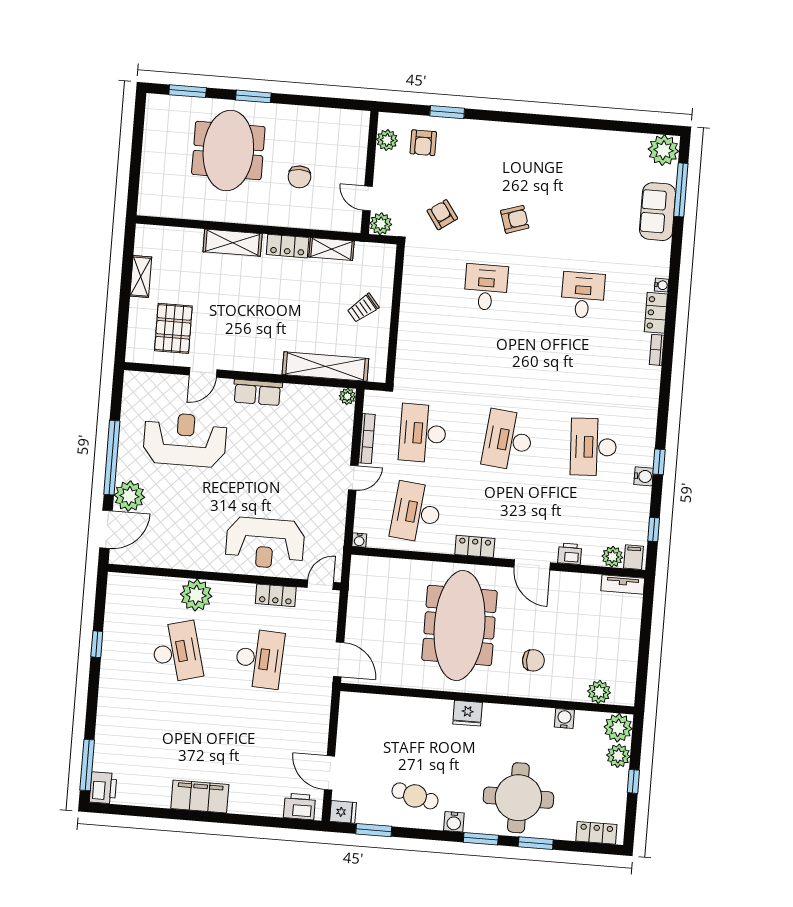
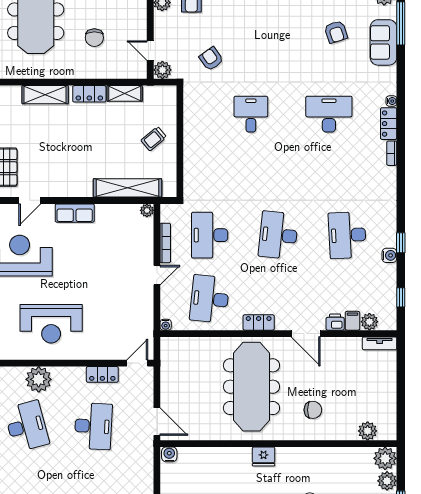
armchair: (515, 219) -> (336, 32), moved, turned 90
desk: (583, 295) -> (329, 114), width x1.37
reception desk: (265, 543) -> (51, 324), moved
filing cabinet: (634, 557) -> (353, 321), moved
water cooler: (564, 718) -> (169, 454), moved

